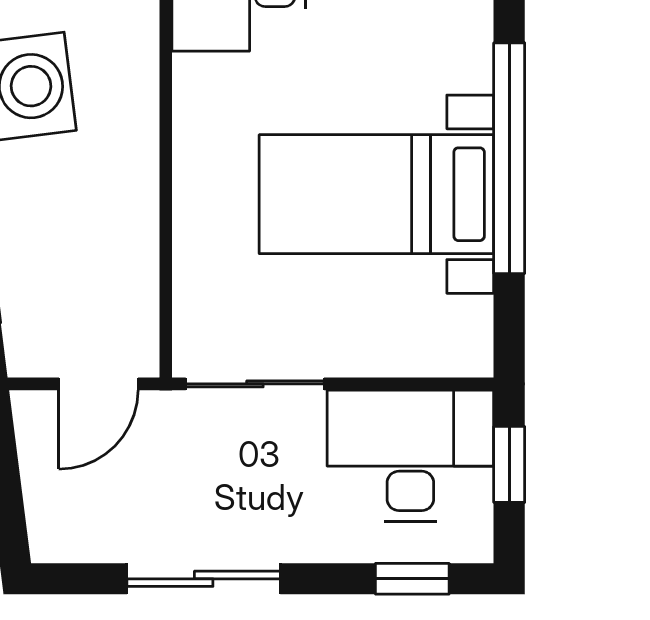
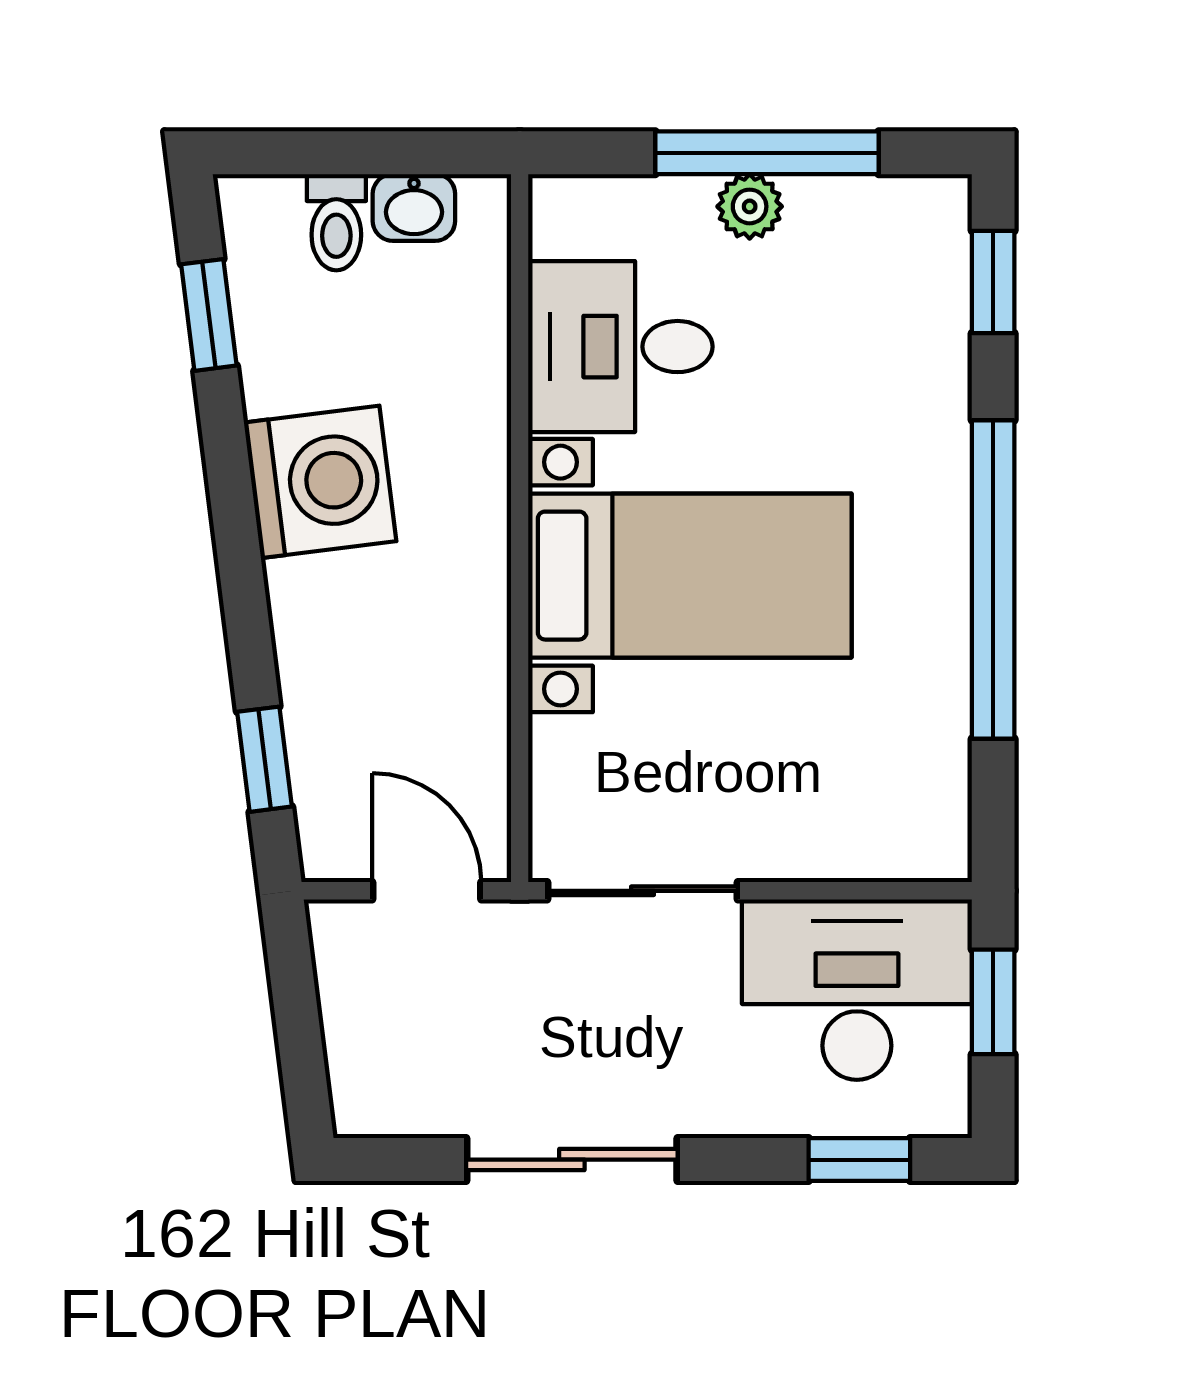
bed with nightstands: (376, 194) -> (690, 576), moved, turned 180
door: (98, 384) -> (427, 891), swing flipped

